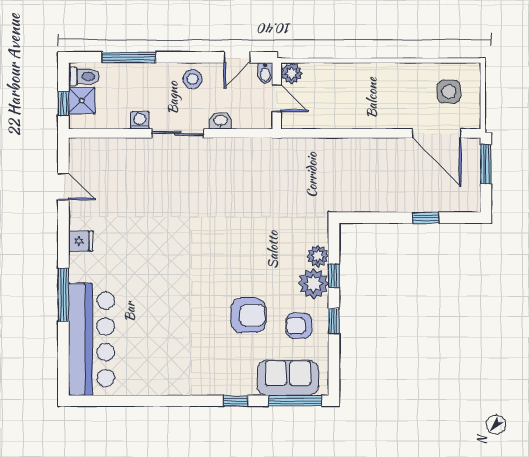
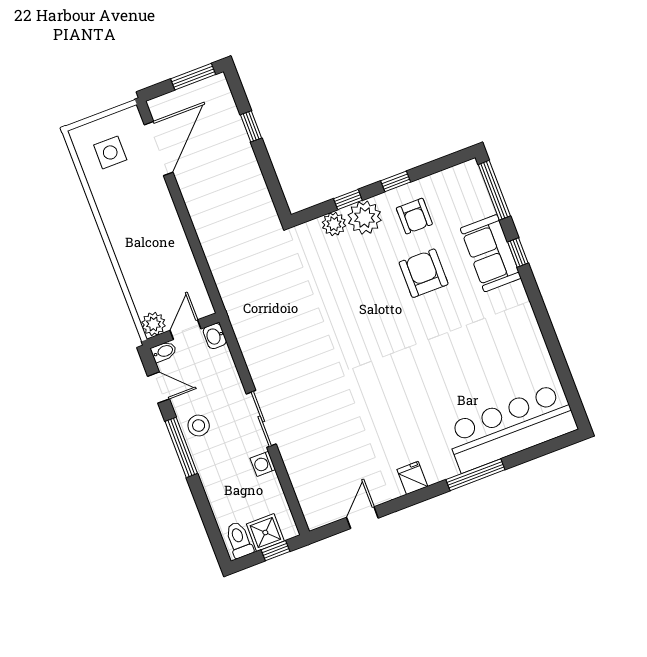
window: (129, 57) -> (181, 447), moved
washbasin: (221, 121) -> (215, 336), moved
window: (486, 164) -> (193, 77), moved
sofa: (288, 378) -> (491, 253), moved

